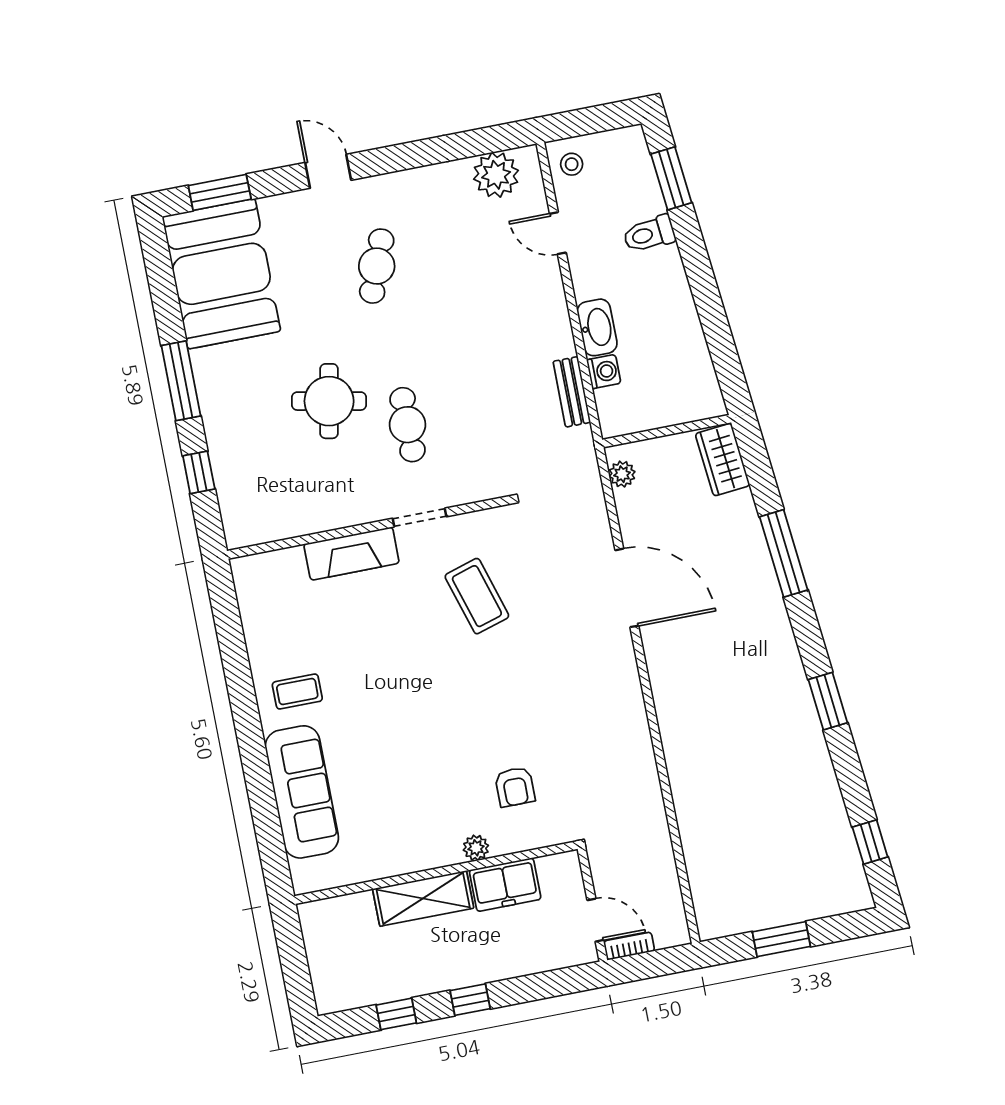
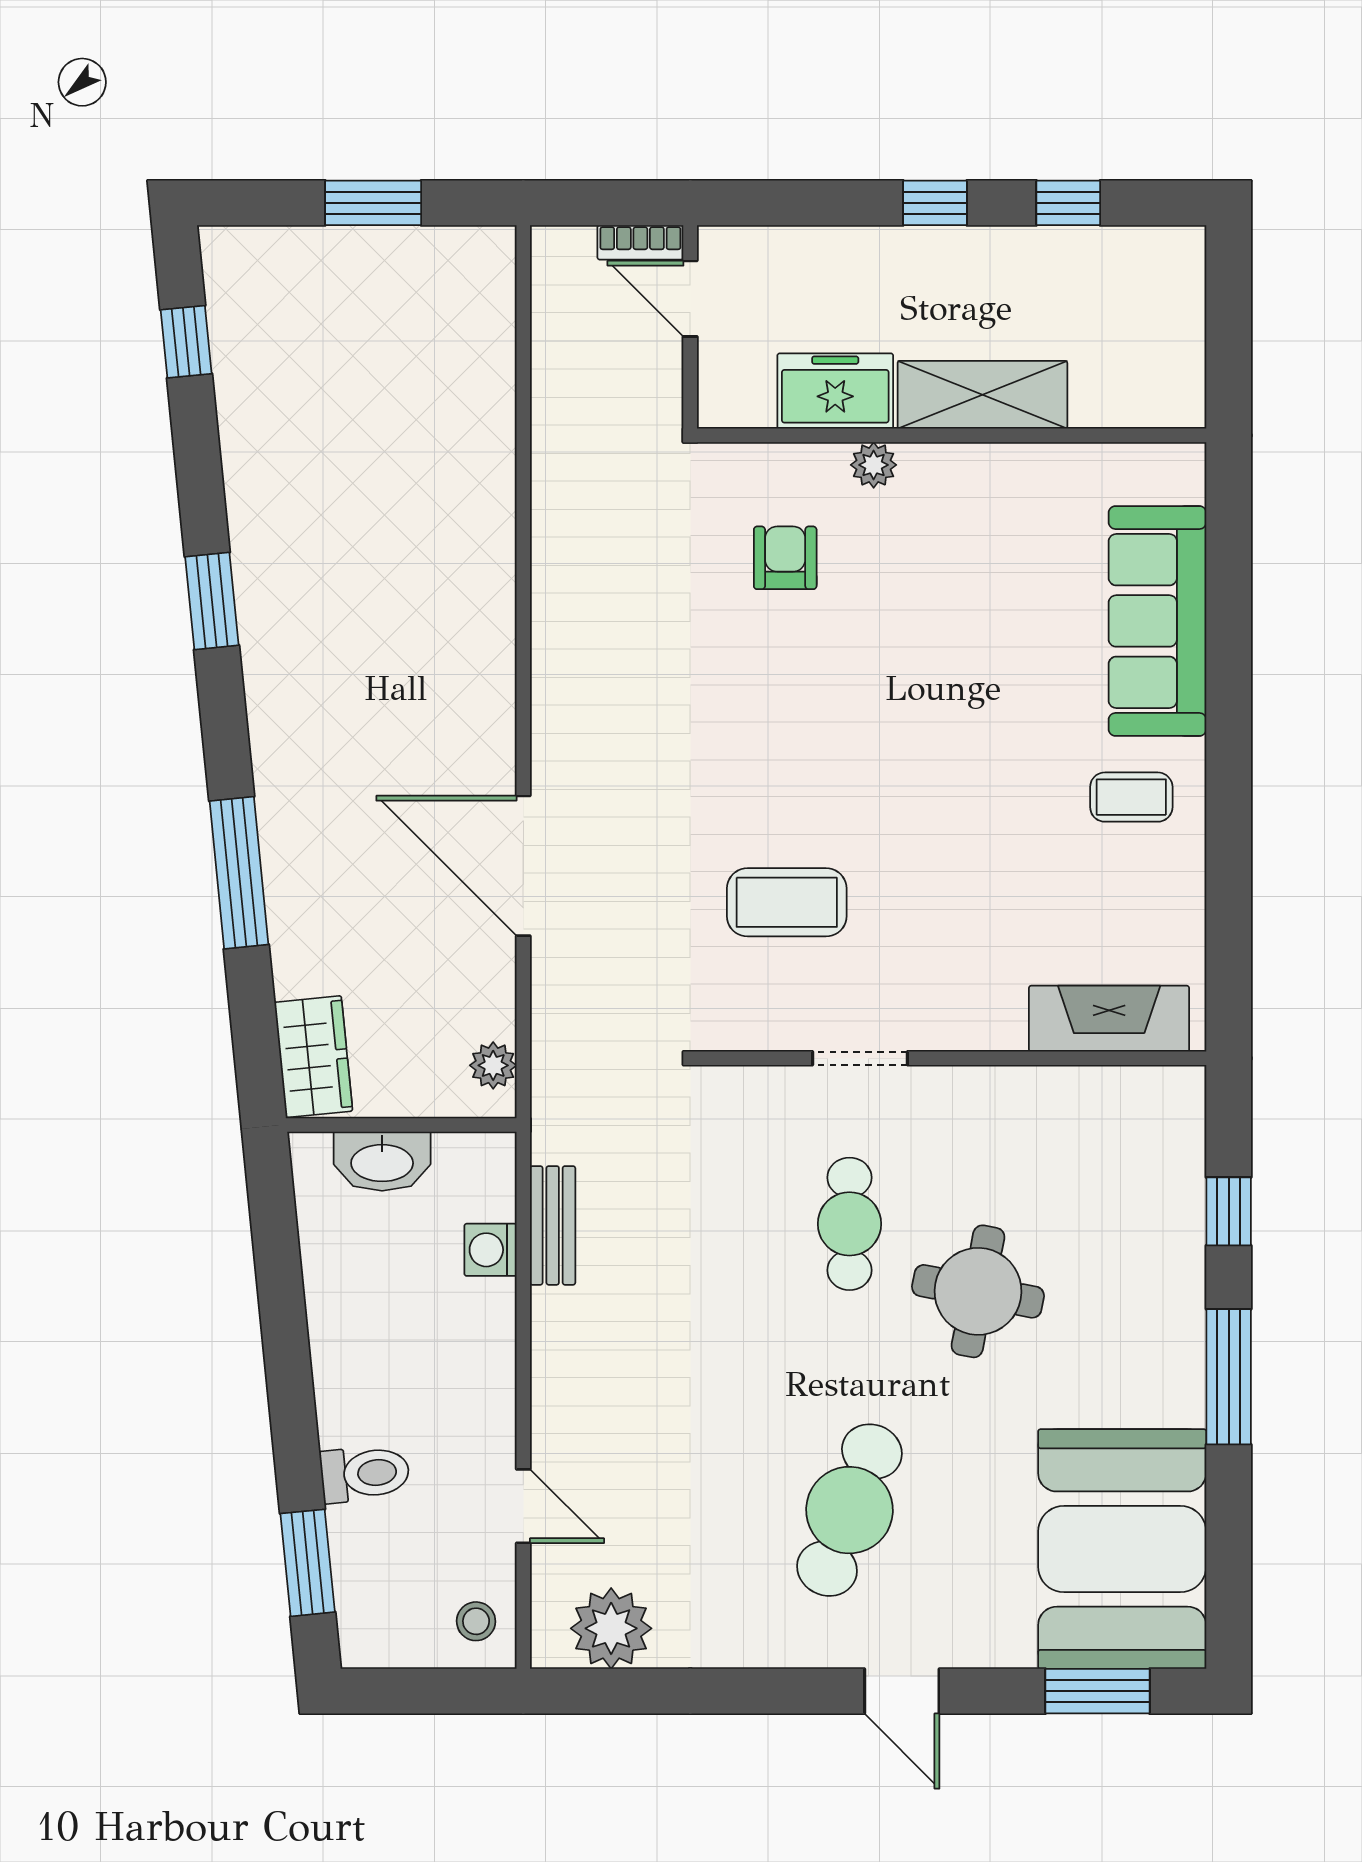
cafe table: (377, 266) -> (849, 1510), width x1.37, depth x1.35
washbasin: (597, 327) -> (382, 1161), moved, turned -90
fireplace: (351, 554) -> (1109, 1019), moved
coffee table: (477, 596) -> (787, 902), turned -73

